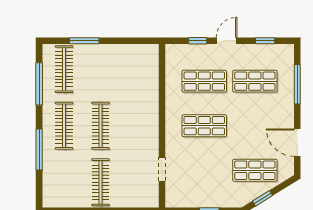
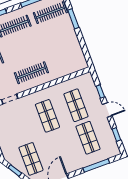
clothes rail: (101, 126) -> (31, 73), moved

